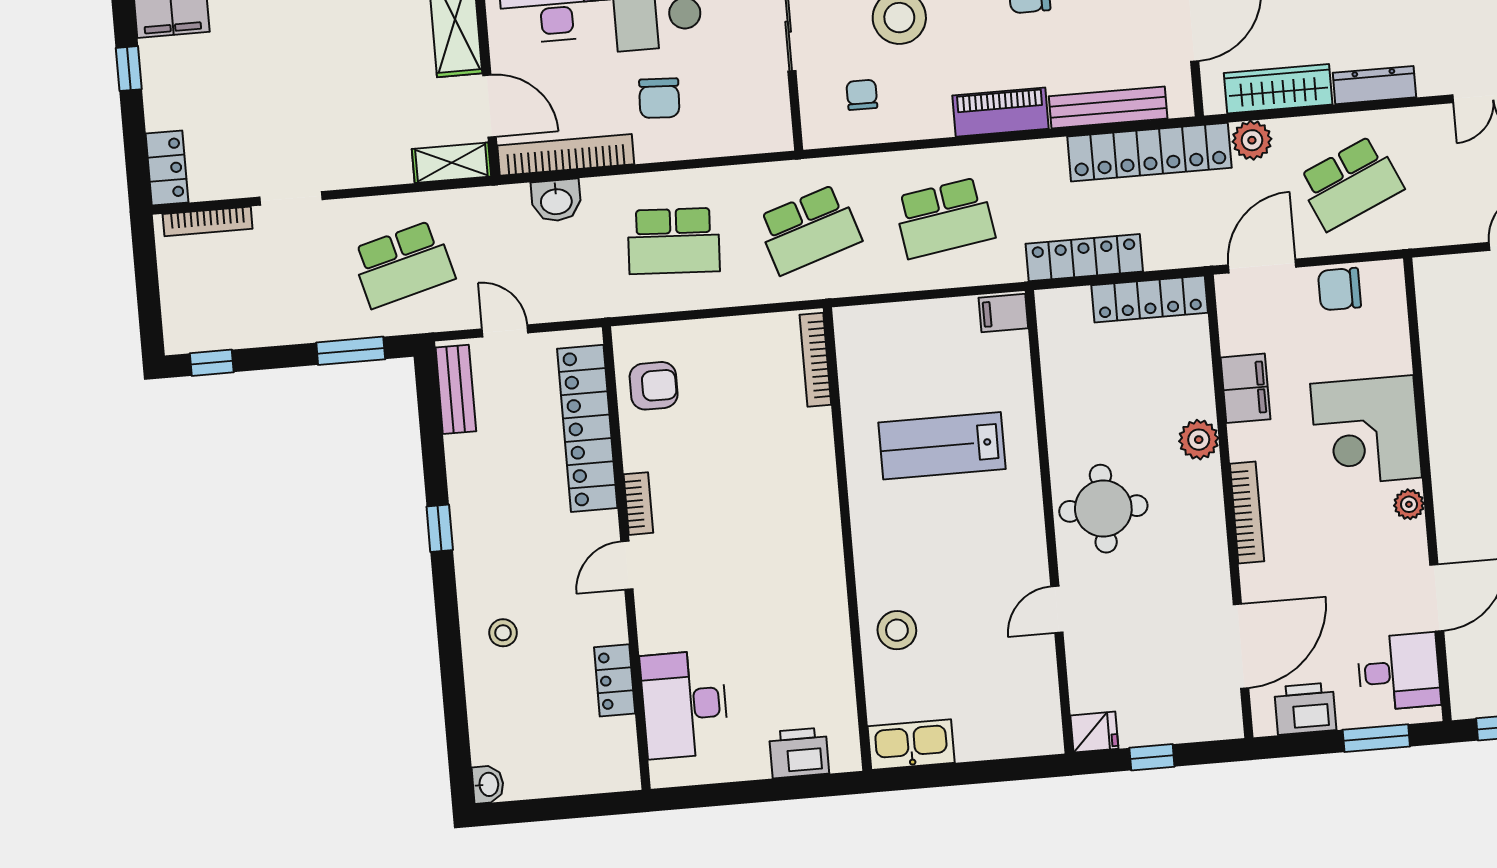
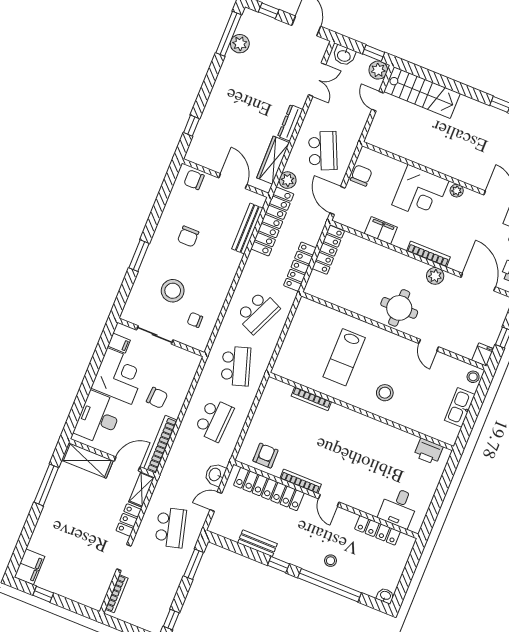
piano: (1001, 112) -> (228, 270), removed
locker: (167, 168) -> (129, 520), moved, turned -90
washbasin: (556, 200) -> (215, 475), moved, turned 180
school desk: (944, 218) -> (258, 312), turned 33
chair: (1339, 289) -> (361, 176), turned 180
filing cabinet: (1003, 313) -> (305, 308), removed
bookcase: (815, 360) -> (311, 399), moved
bench: (456, 389) -> (257, 543), moved
plant: (1199, 440) -> (435, 276), moved
bookcase: (638, 504) -> (301, 481), width x1.56
stool: (897, 630) -> (385, 393), moved
window: (451, 657) -> (330, 585), added
locker: (615, 680) -> (377, 530), width x1.53
desk: (684, 704) -> (398, 508), width x0.73
stool: (1038, 736) -> (473, 377), added
kitchen sink: (911, 745) -> (460, 407), moved
printer: (799, 753) -> (428, 451), moved, turned -90

